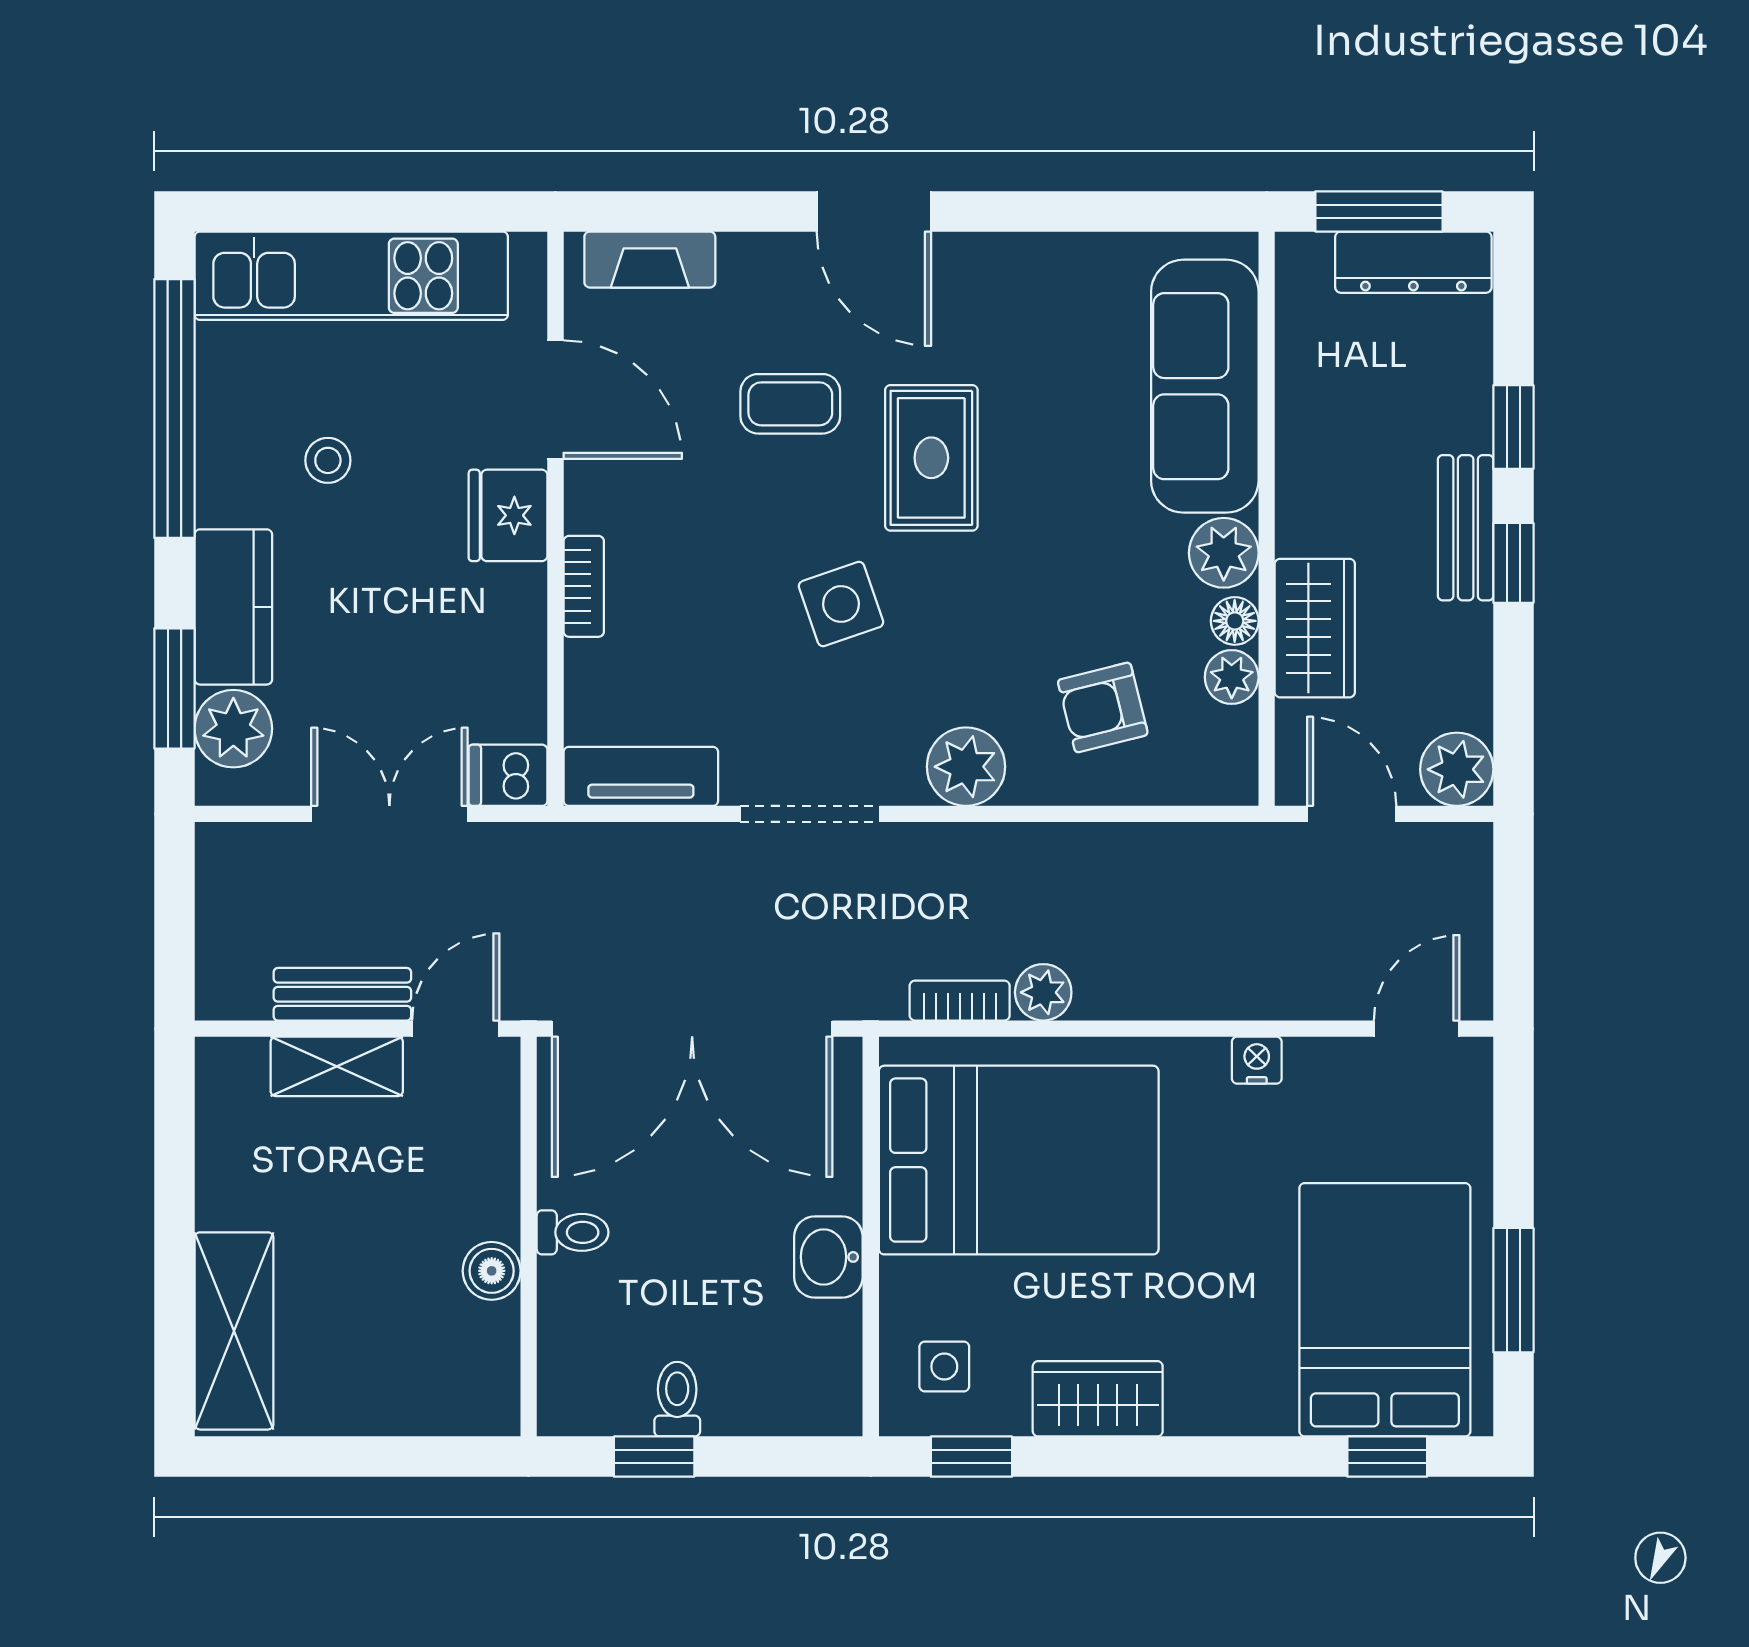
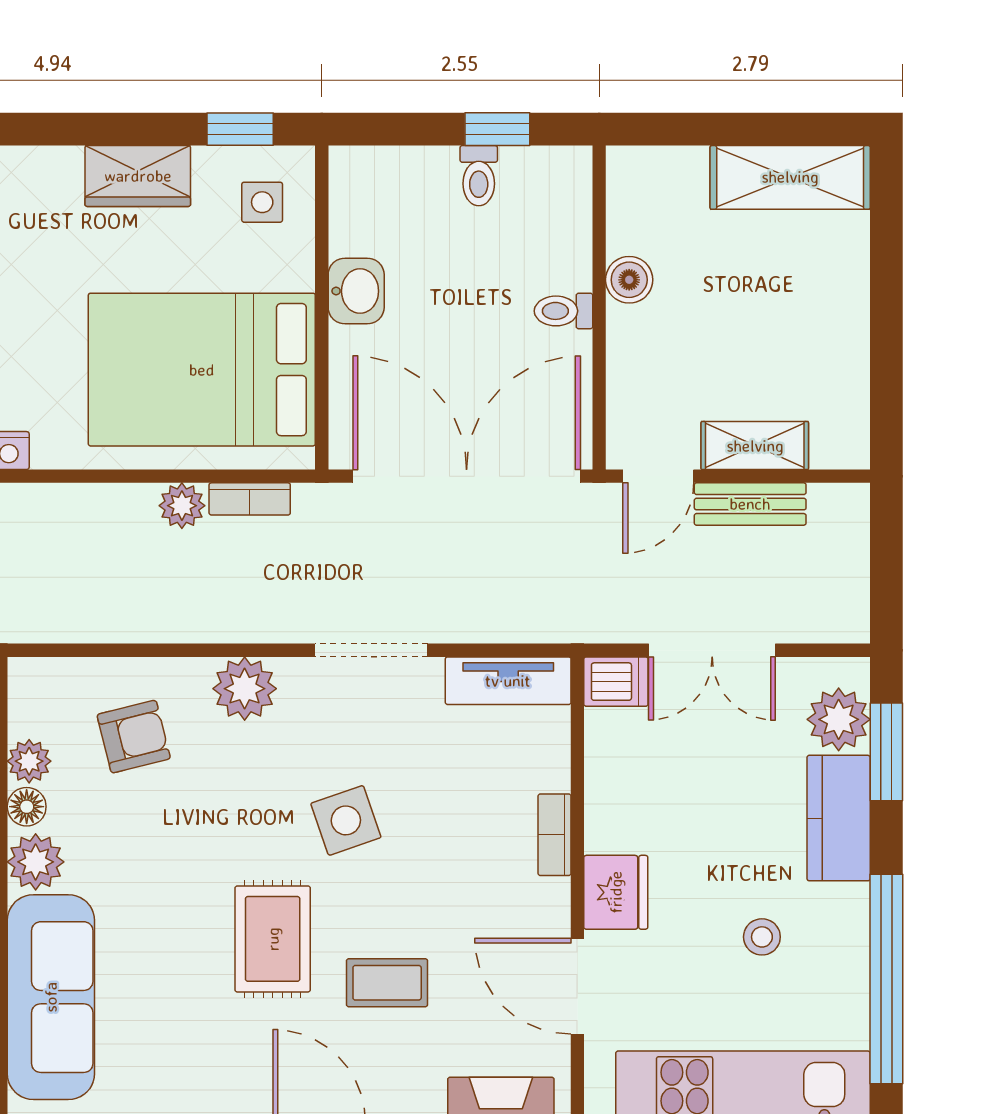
shelving: (234, 1331) -> (790, 177), moved, turned 90

